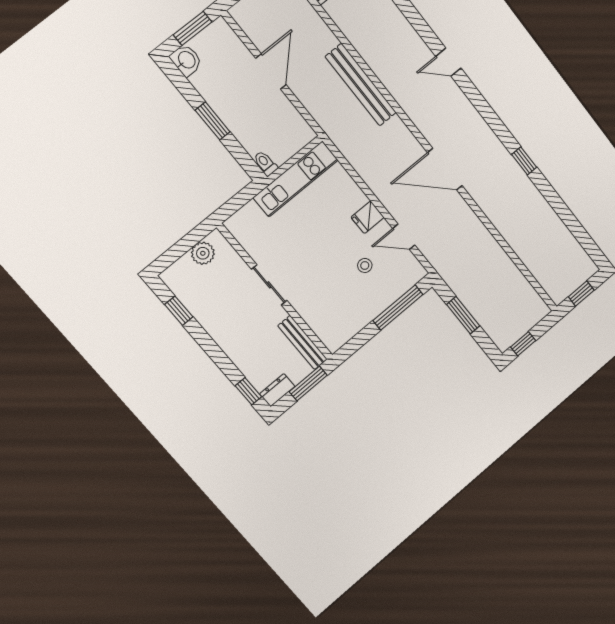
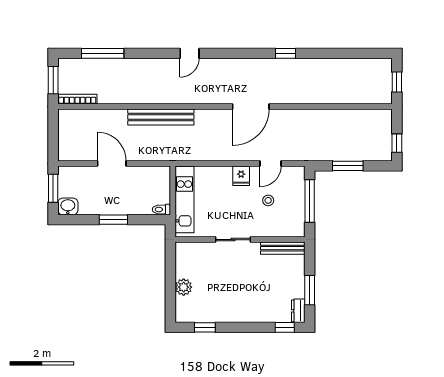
sliding door: (269, 285) -> (233, 240), moved
wall: (275, 292) -> (240, 240), moved
bench: (303, 342) -> (283, 248), moved

